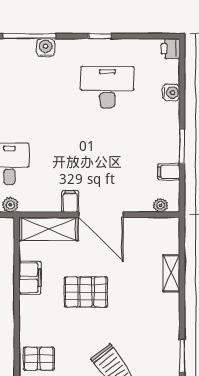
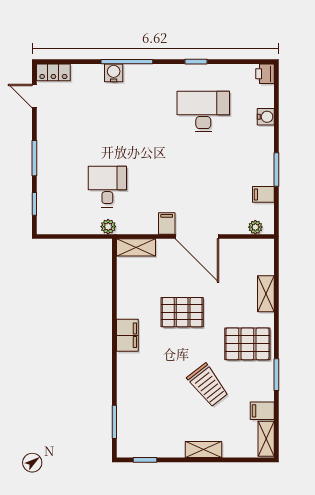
water cooler: (46, 48) -> (114, 73), moved
shelving: (49, 229) -> (136, 247), width x0.67, depth x0.75
filing cabinet: (30, 278) -> (127, 335), moved
pallet: (39, 359) -> (247, 344), moved, width x1.50, depth x1.42

